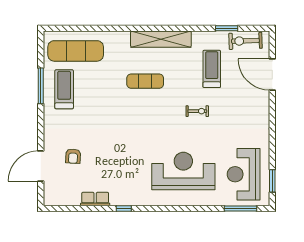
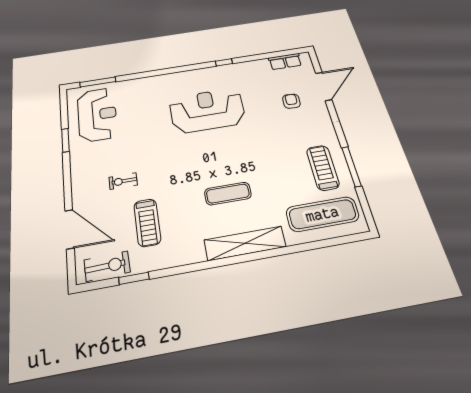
shelving: (161, 39) -> (245, 243), moved
treadmill: (64, 89) -> (323, 168), turned 180
exercise bike: (197, 111) -> (123, 181), moved
reception desk: (183, 171) -> (207, 110), moved, turned 180
window: (272, 181) -> (65, 140), moved
row of seats: (95, 199) -> (285, 61), moved

